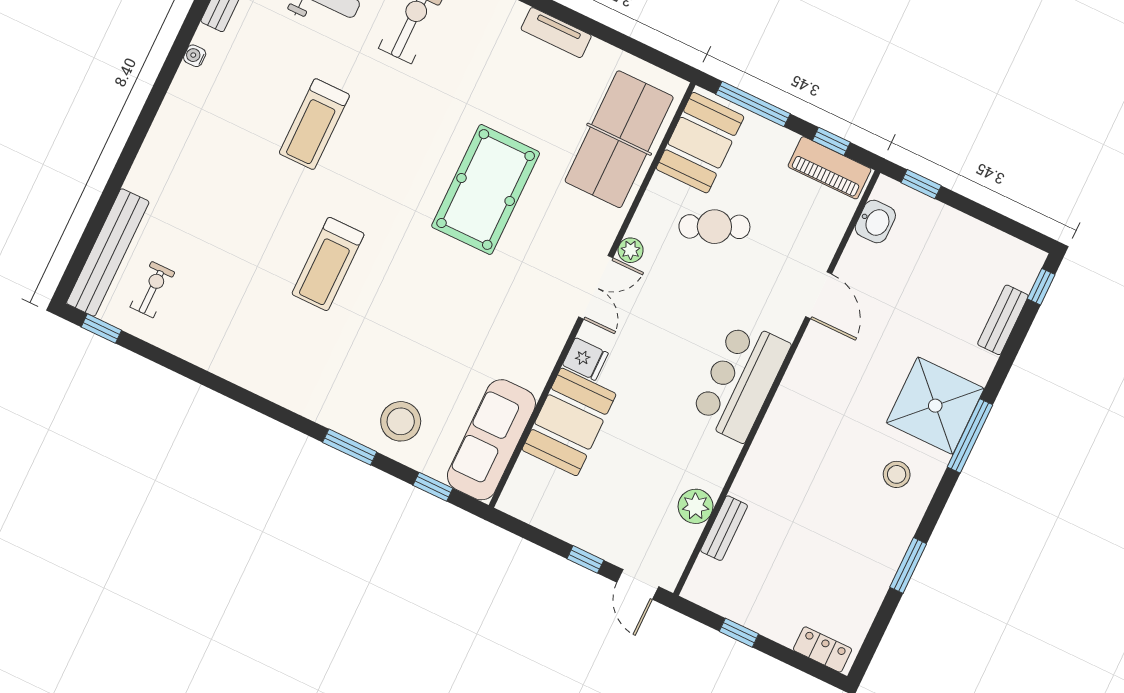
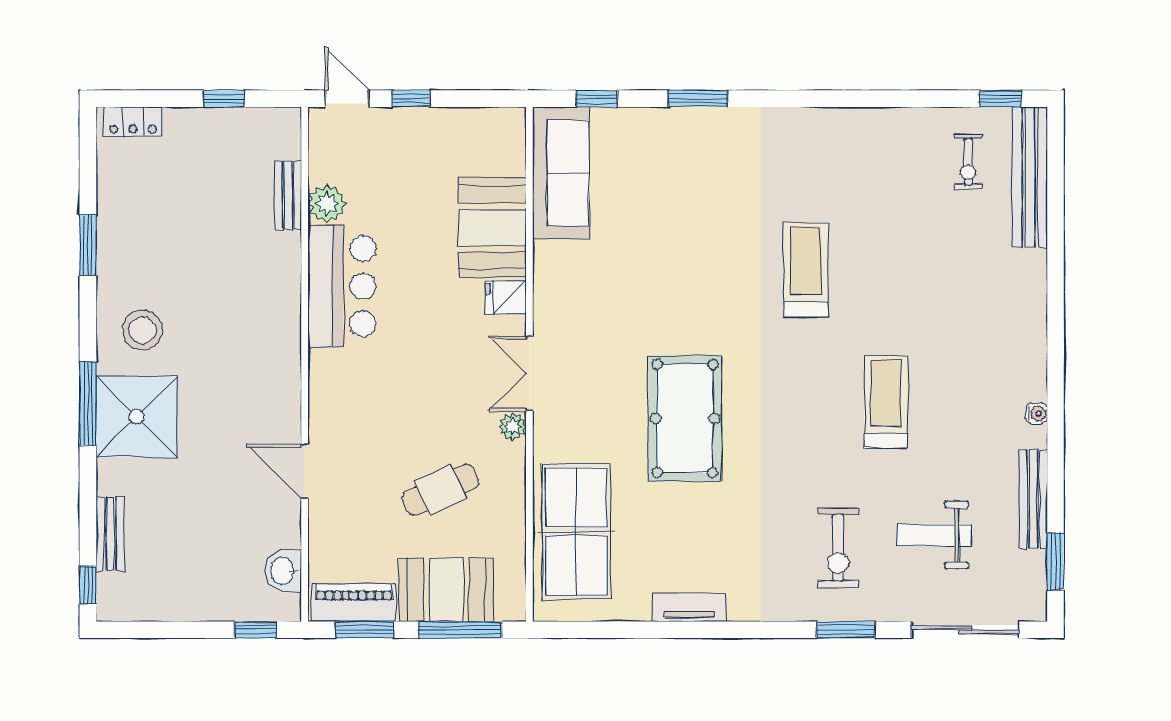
window: (831, 141) -> (365, 630), width x1.50
booth: (700, 143) -> (446, 590), moved, turned 90
bar counter: (740, 381) -> (342, 286), moved
stool: (401, 421) -> (659, 148), removed
stool: (897, 474) -> (142, 330), width x1.38, depth x1.38

